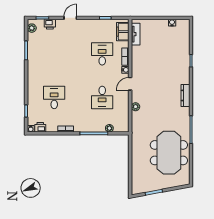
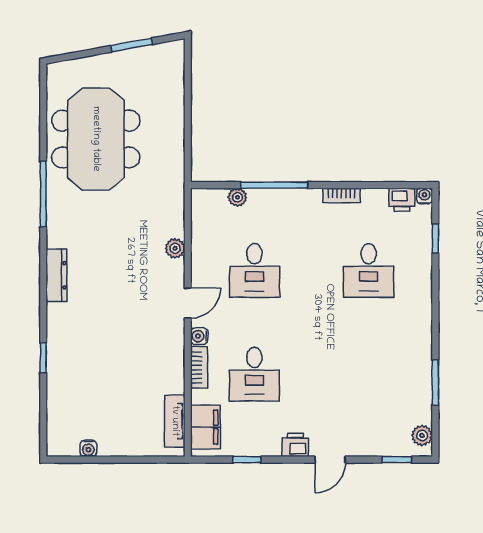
printer: (50, 24) -> (295, 445), moved
desk: (102, 97) -> (254, 270), turned 180

